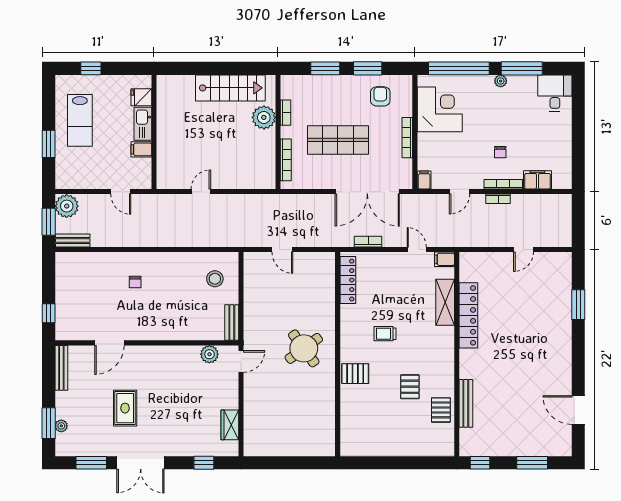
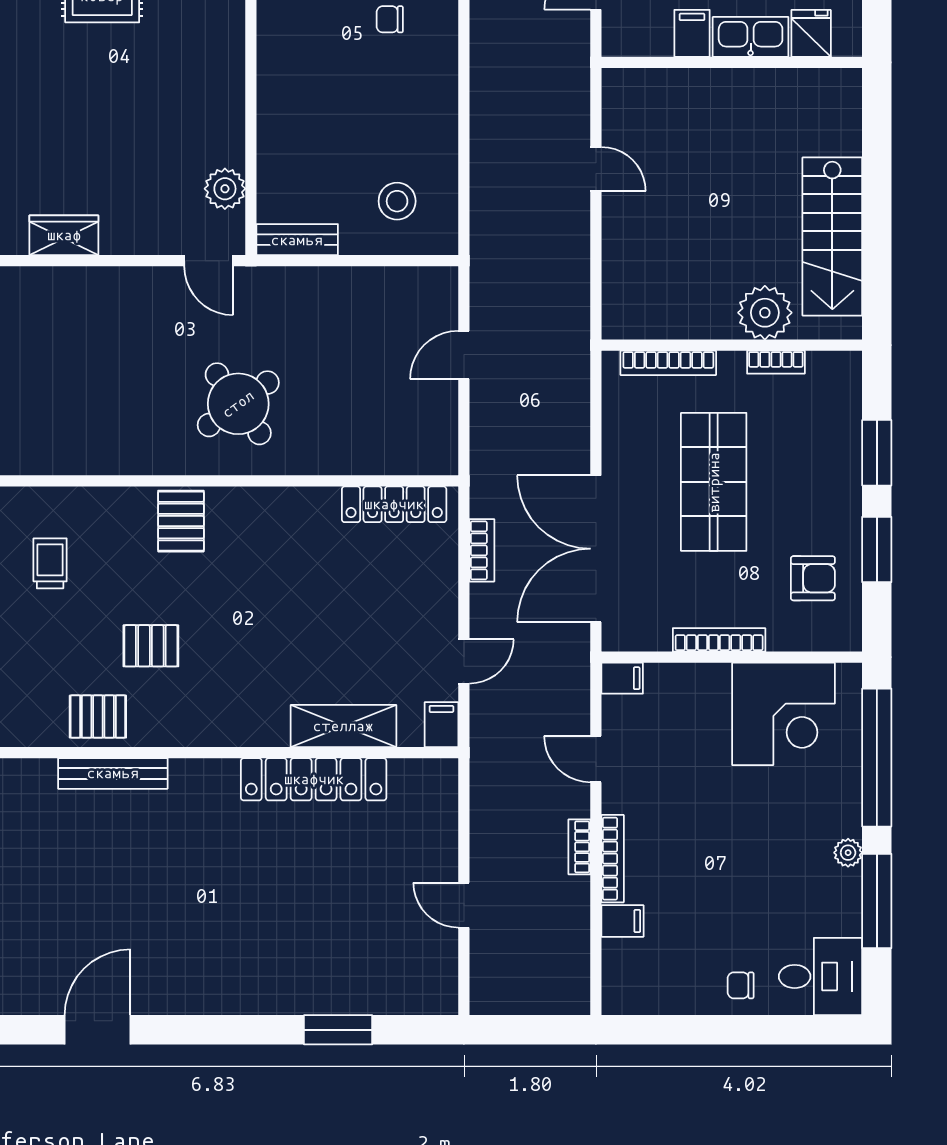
chair: (500, 152) -> (741, 985), moved
filing cabinet: (537, 180) -> (623, 921), width x0.50
trolley: (385, 334) -> (50, 563), moved

